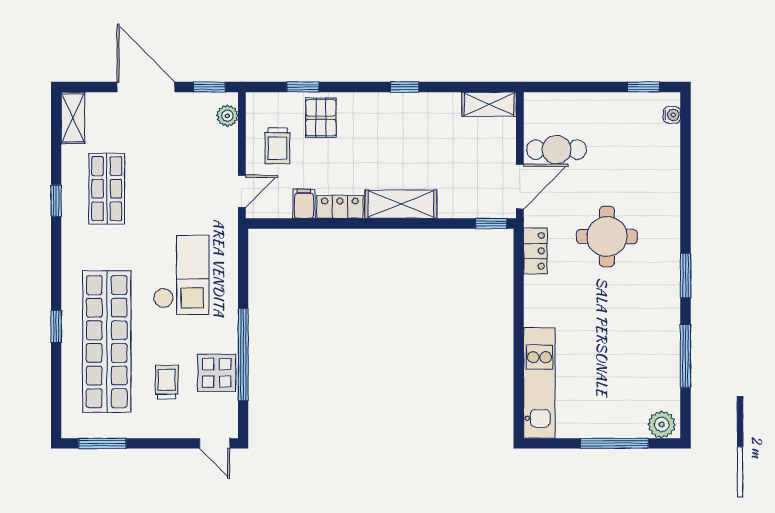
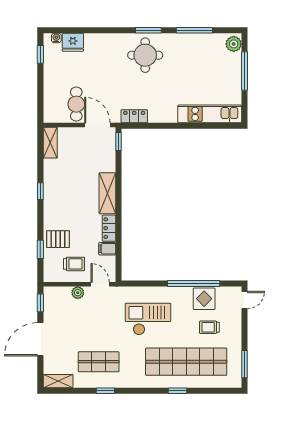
plant: (227, 116) -> (78, 293), moved
fridge: (665, 144) -> (73, 42), added
round table: (607, 237) -> (145, 55), moved

